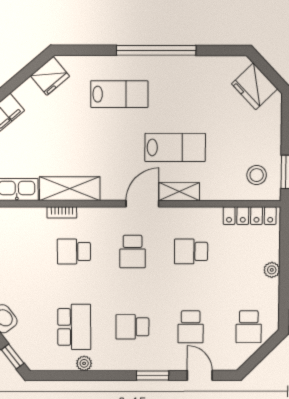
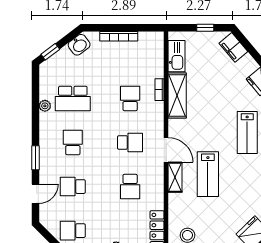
school desk: (133, 251) -> (130, 142), turned 180
school desk: (191, 251) -> (130, 187), turned 180

